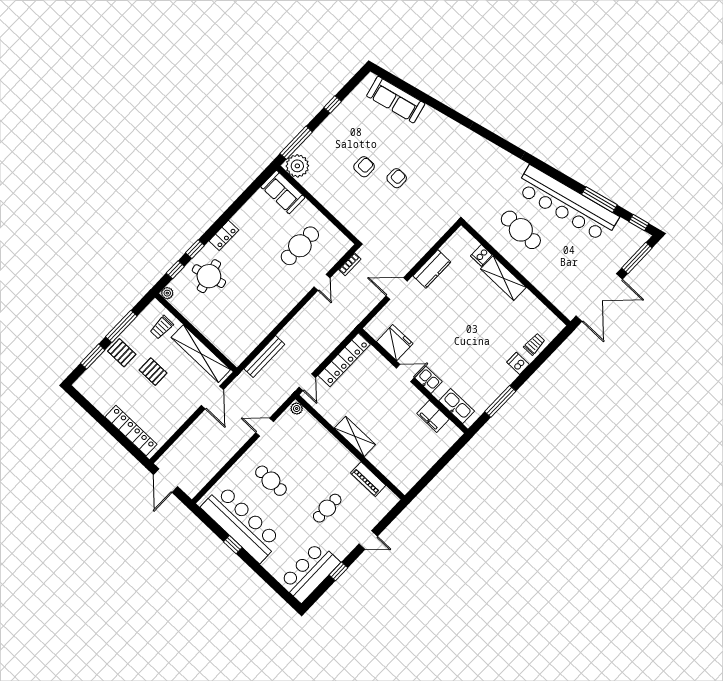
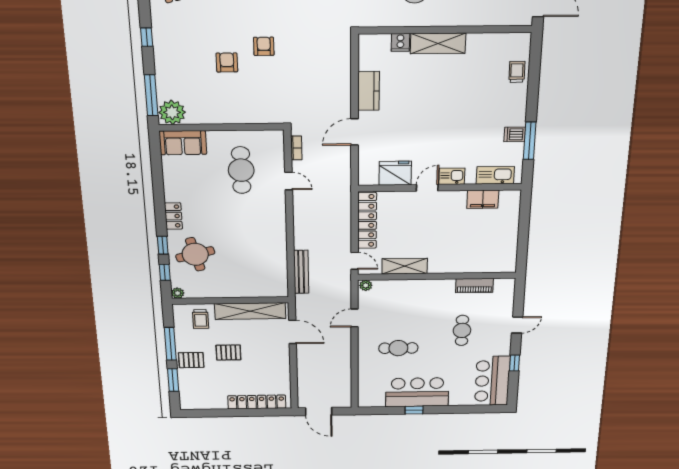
dishwasher: (518, 363) -> (515, 134), moved
shelving: (355, 436) -> (405, 266), moved
bar counter: (241, 523) -> (417, 392), width x0.73

